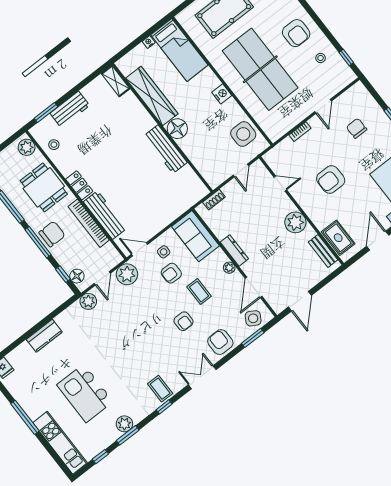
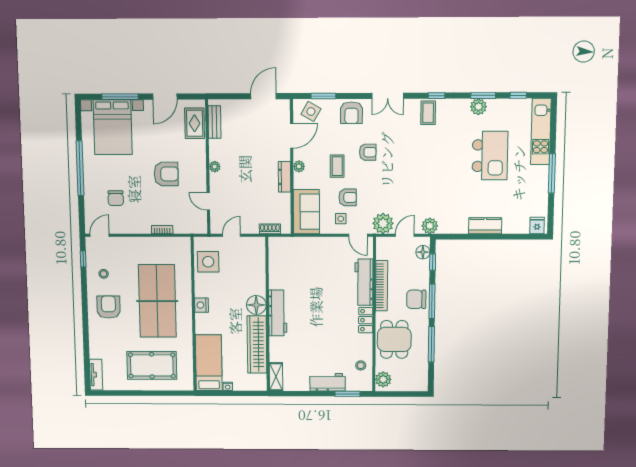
door: (323, 106) -> (100, 235), moved
workbench: (166, 149) -> (278, 313), moved
plant: (295, 222) -> (215, 167), width x0.53, depth x0.53
armchair: (184, 321) -> (368, 152), turned 90

